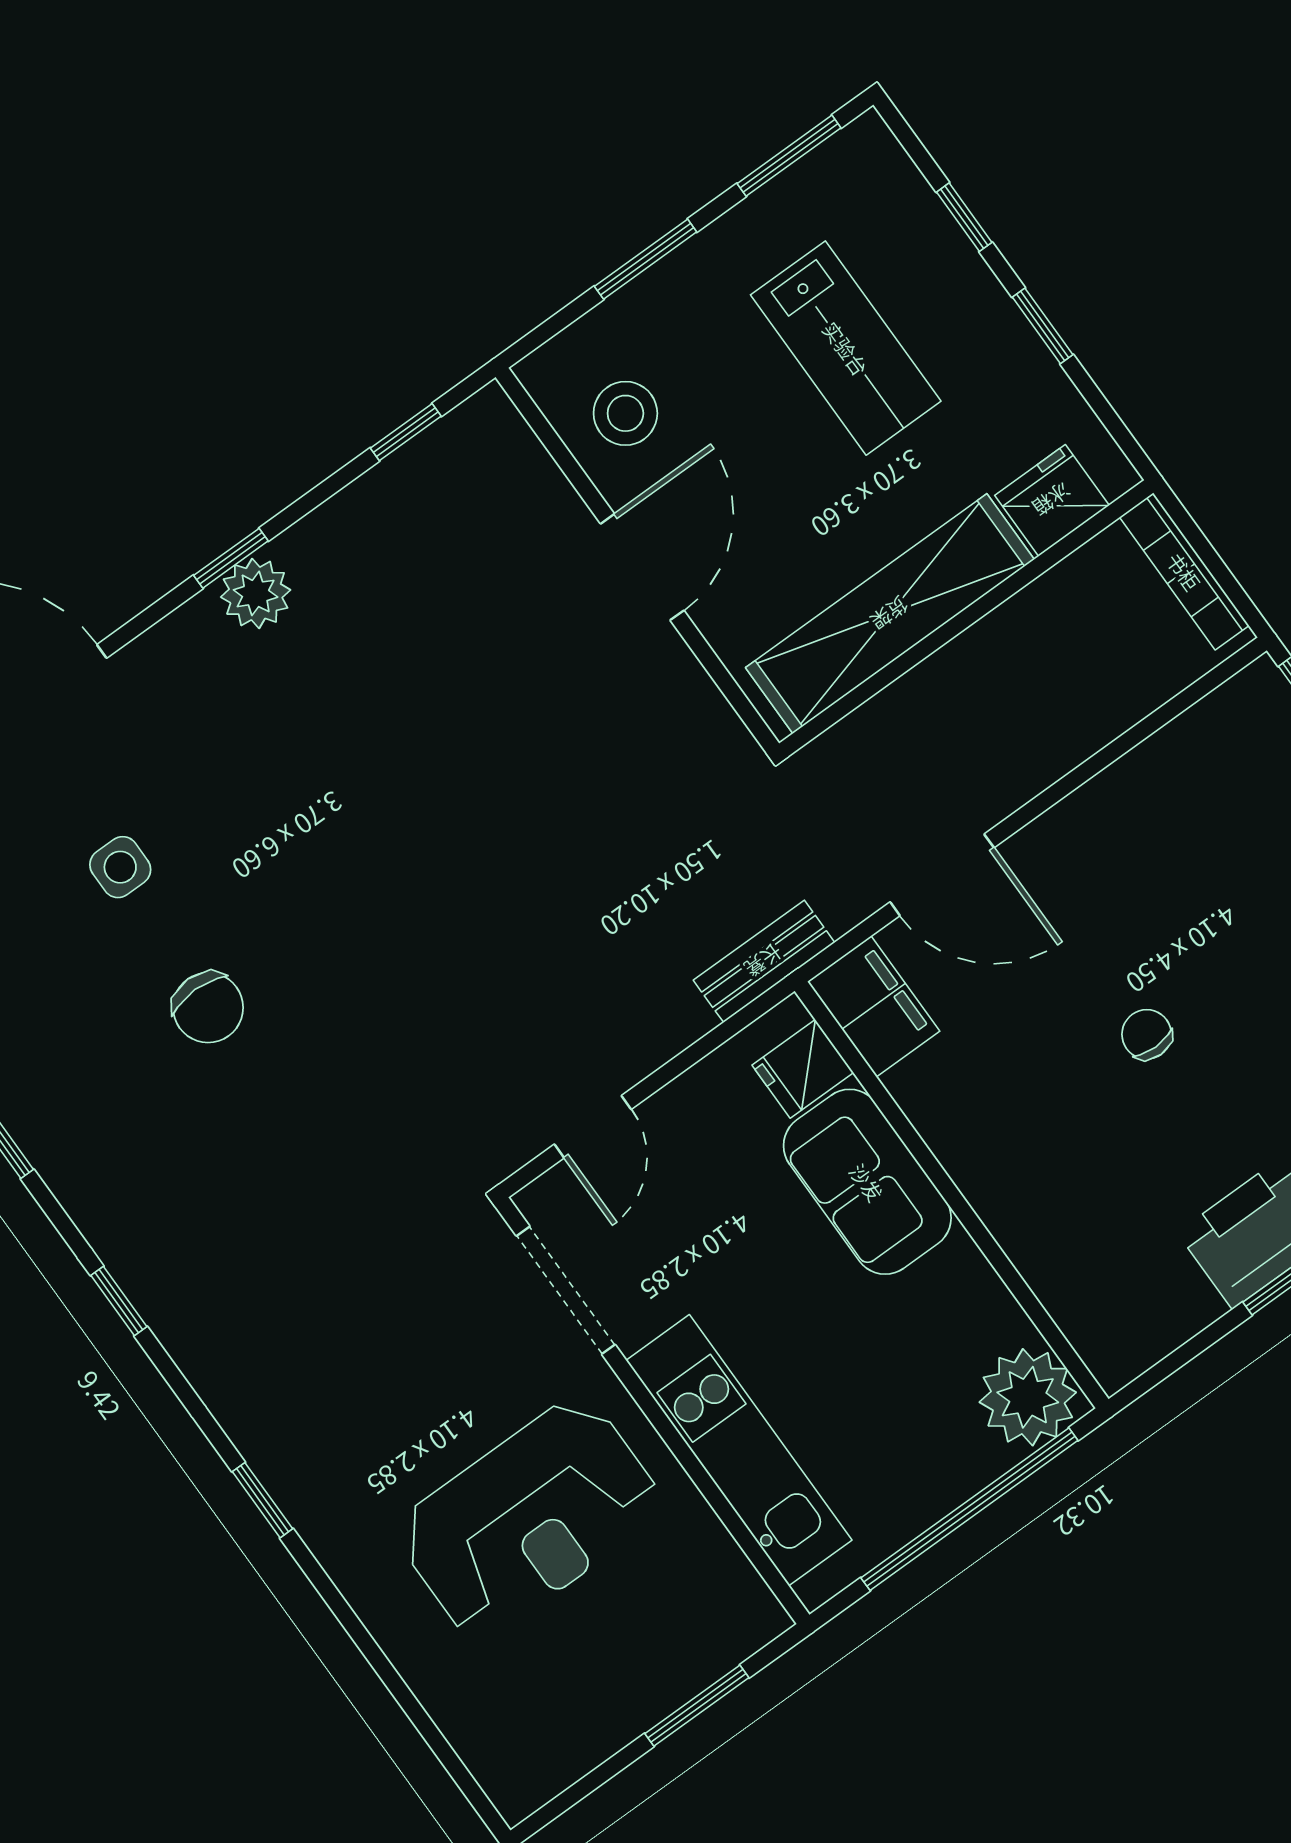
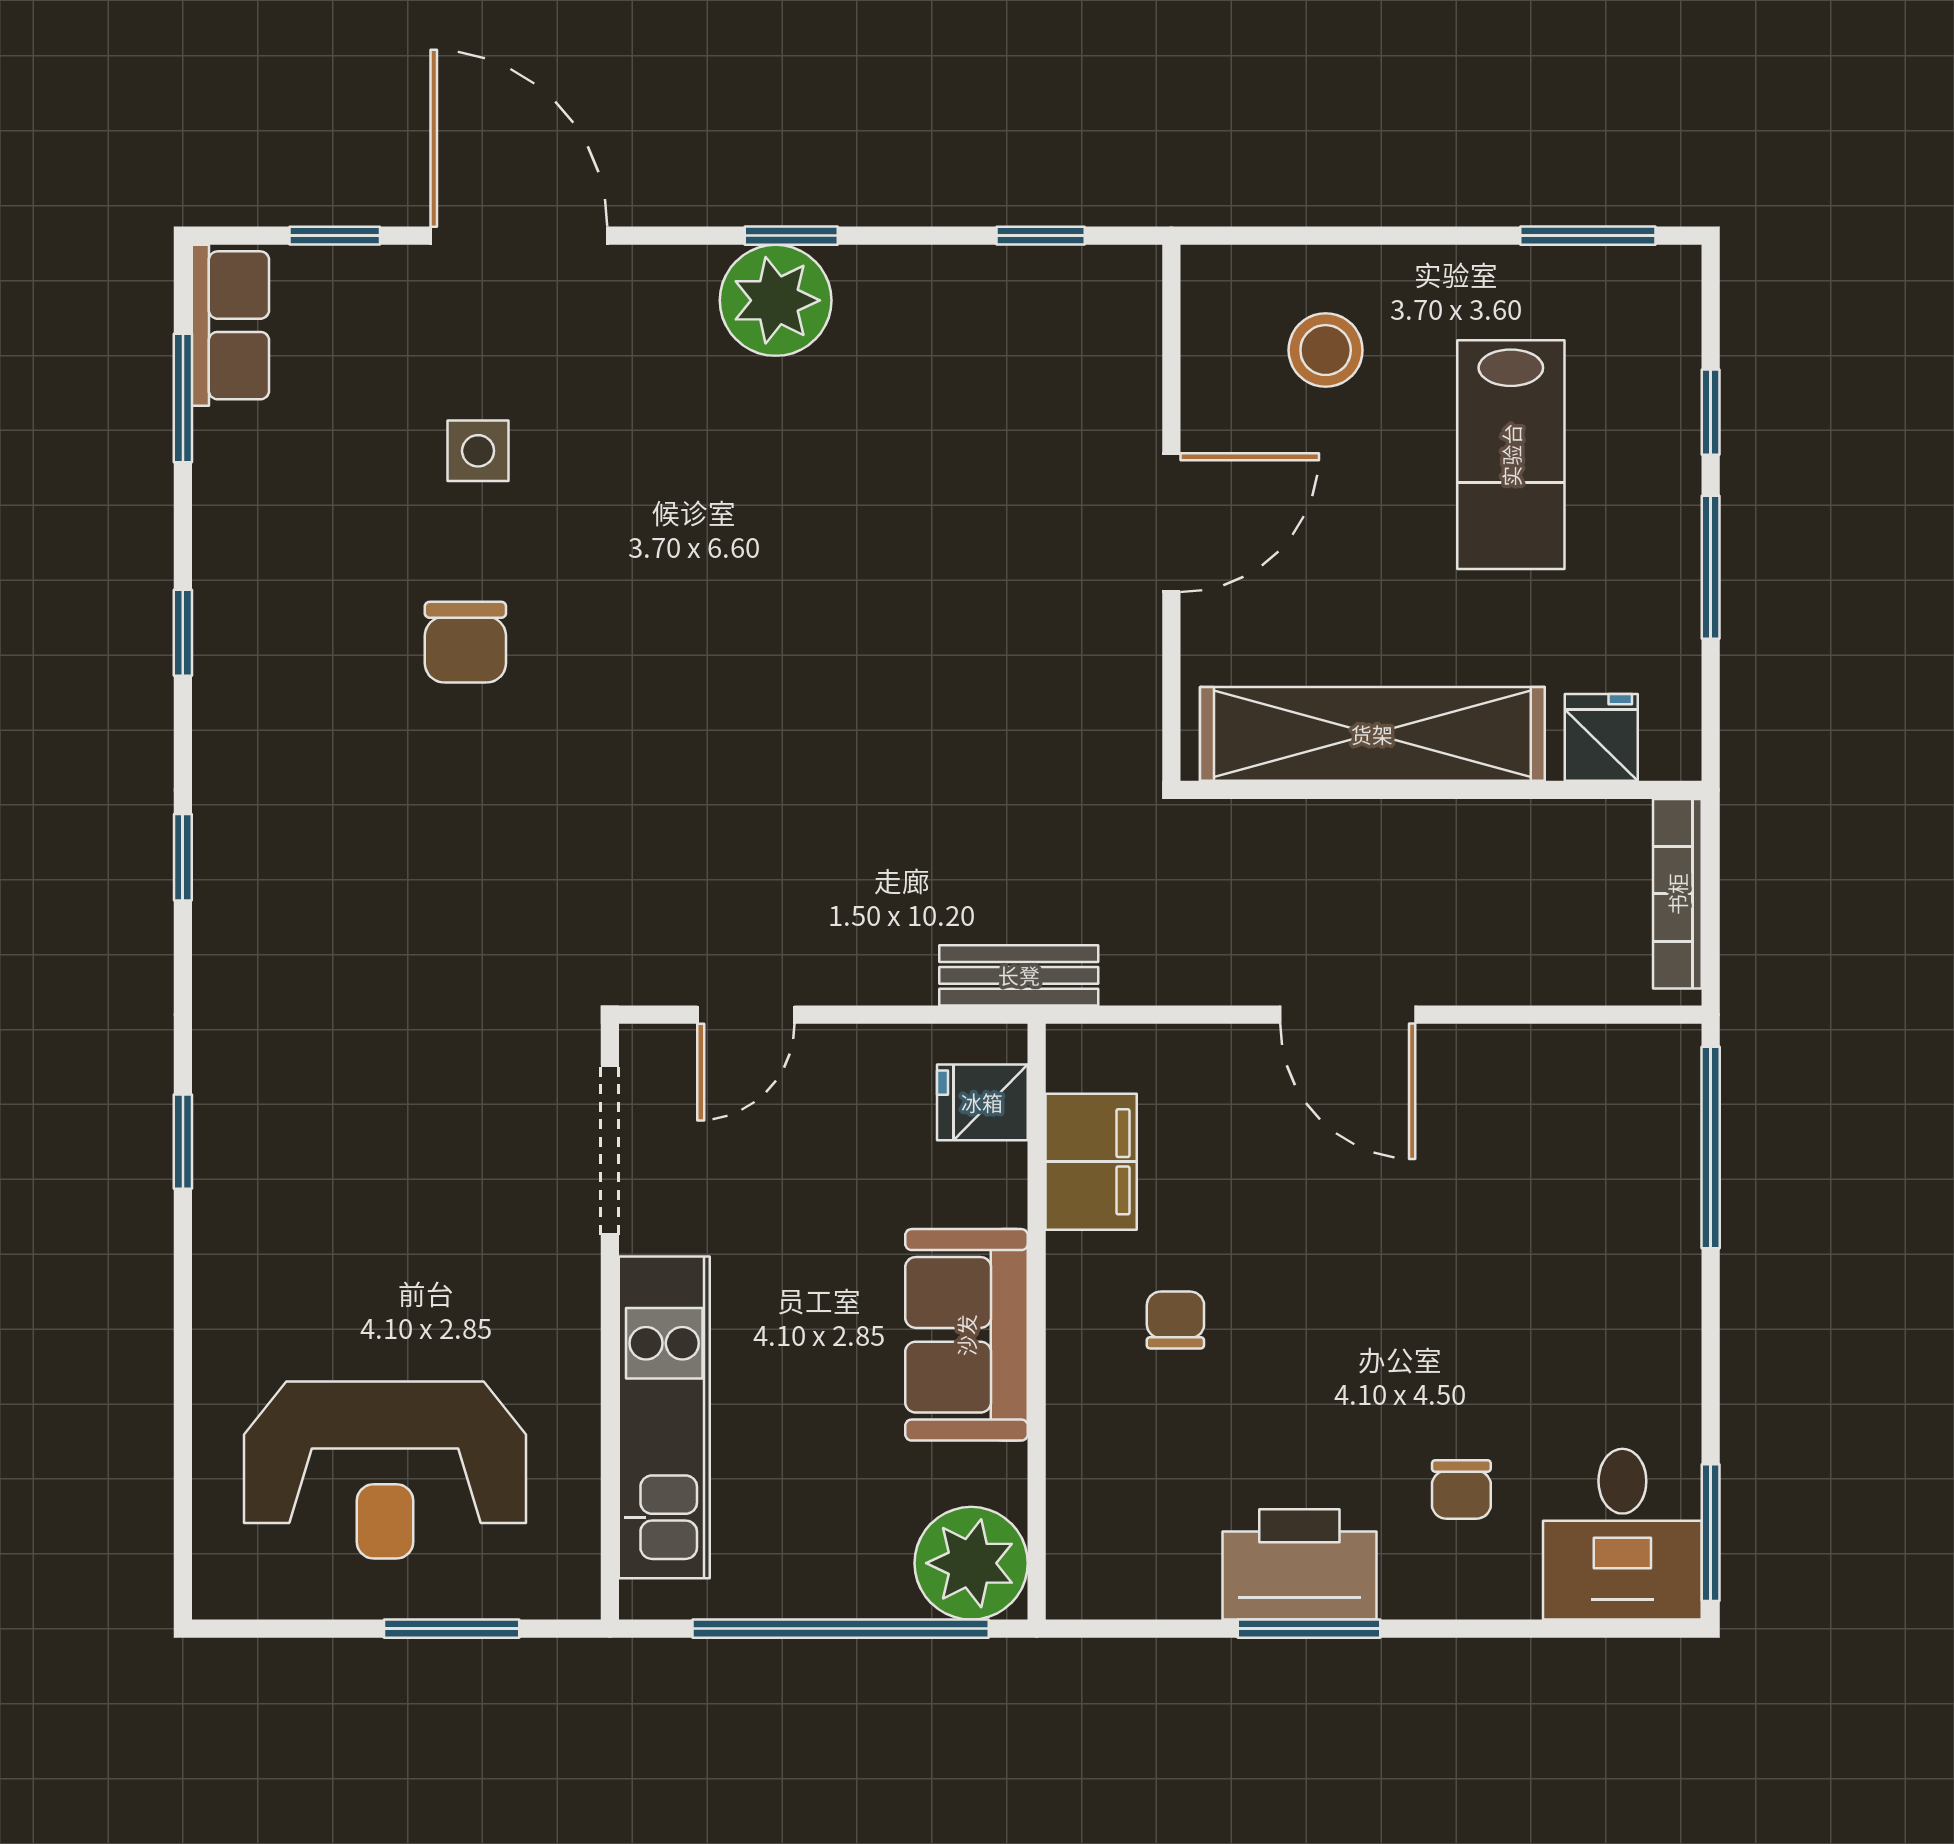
window: (646, 259) -> (1383, 236), removed
window: (1043, 326) -> (1711, 567), width x1.50
stool: (625, 413) -> (1326, 350), moved
fridge: (1052, 500) -> (1601, 737), width x0.72
plant: (256, 593) -> (776, 300), width x1.36, depth x1.36
door: (942, 875) -> (1348, 1015), moved
filing cabinet: (874, 1006) -> (1091, 1162), moved
chair: (1147, 1034) -> (1175, 1320), moved
sofa: (867, 1182) -> (966, 1335), moved
reception desk: (529, 1518) -> (385, 1470), moved

